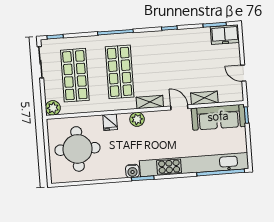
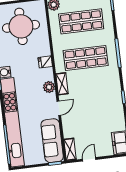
shelving: (204, 98) -> (70, 149), moved
plant: (137, 119) -> (49, 87), moved
fridge: (110, 122) -> (45, 62), moved

